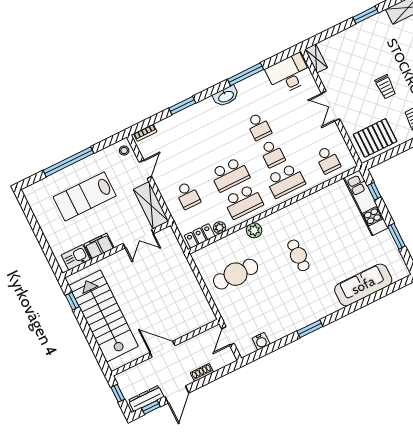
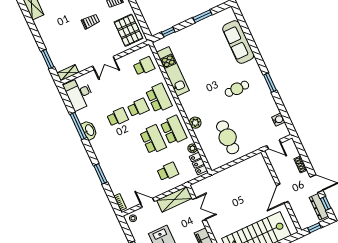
window: (366, 15) -> (47, 59), moved
washbasin: (226, 96) -> (89, 130), moved
kitchen unit: (366, 203) -> (173, 71), moved, turned -90
cafe table: (298, 255) -> (237, 89), moved

